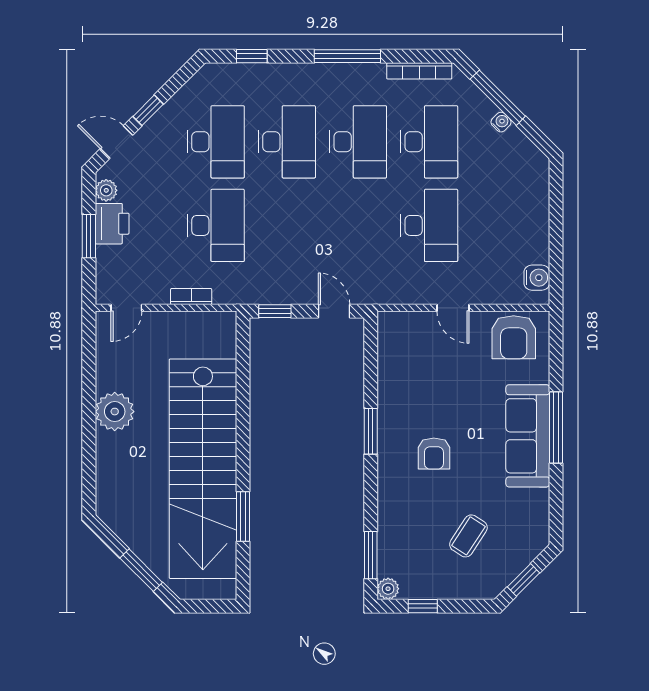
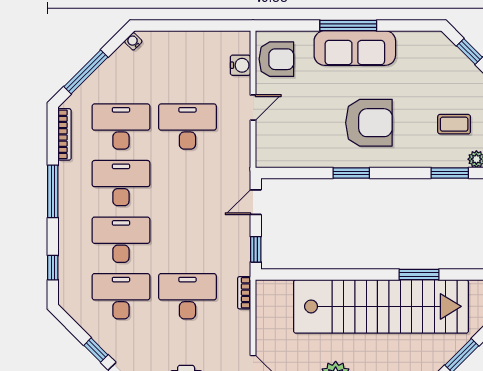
water cooler: (501, 122) -> (133, 41), moved
water cooler: (537, 278) -> (240, 65), moved, turned 90
bookcase: (191, 297) -> (244, 293), moved
armchair: (434, 454) -> (369, 123), width x1.88, depth x1.88
coffee table: (468, 536) -> (454, 124), moved, turned -33

